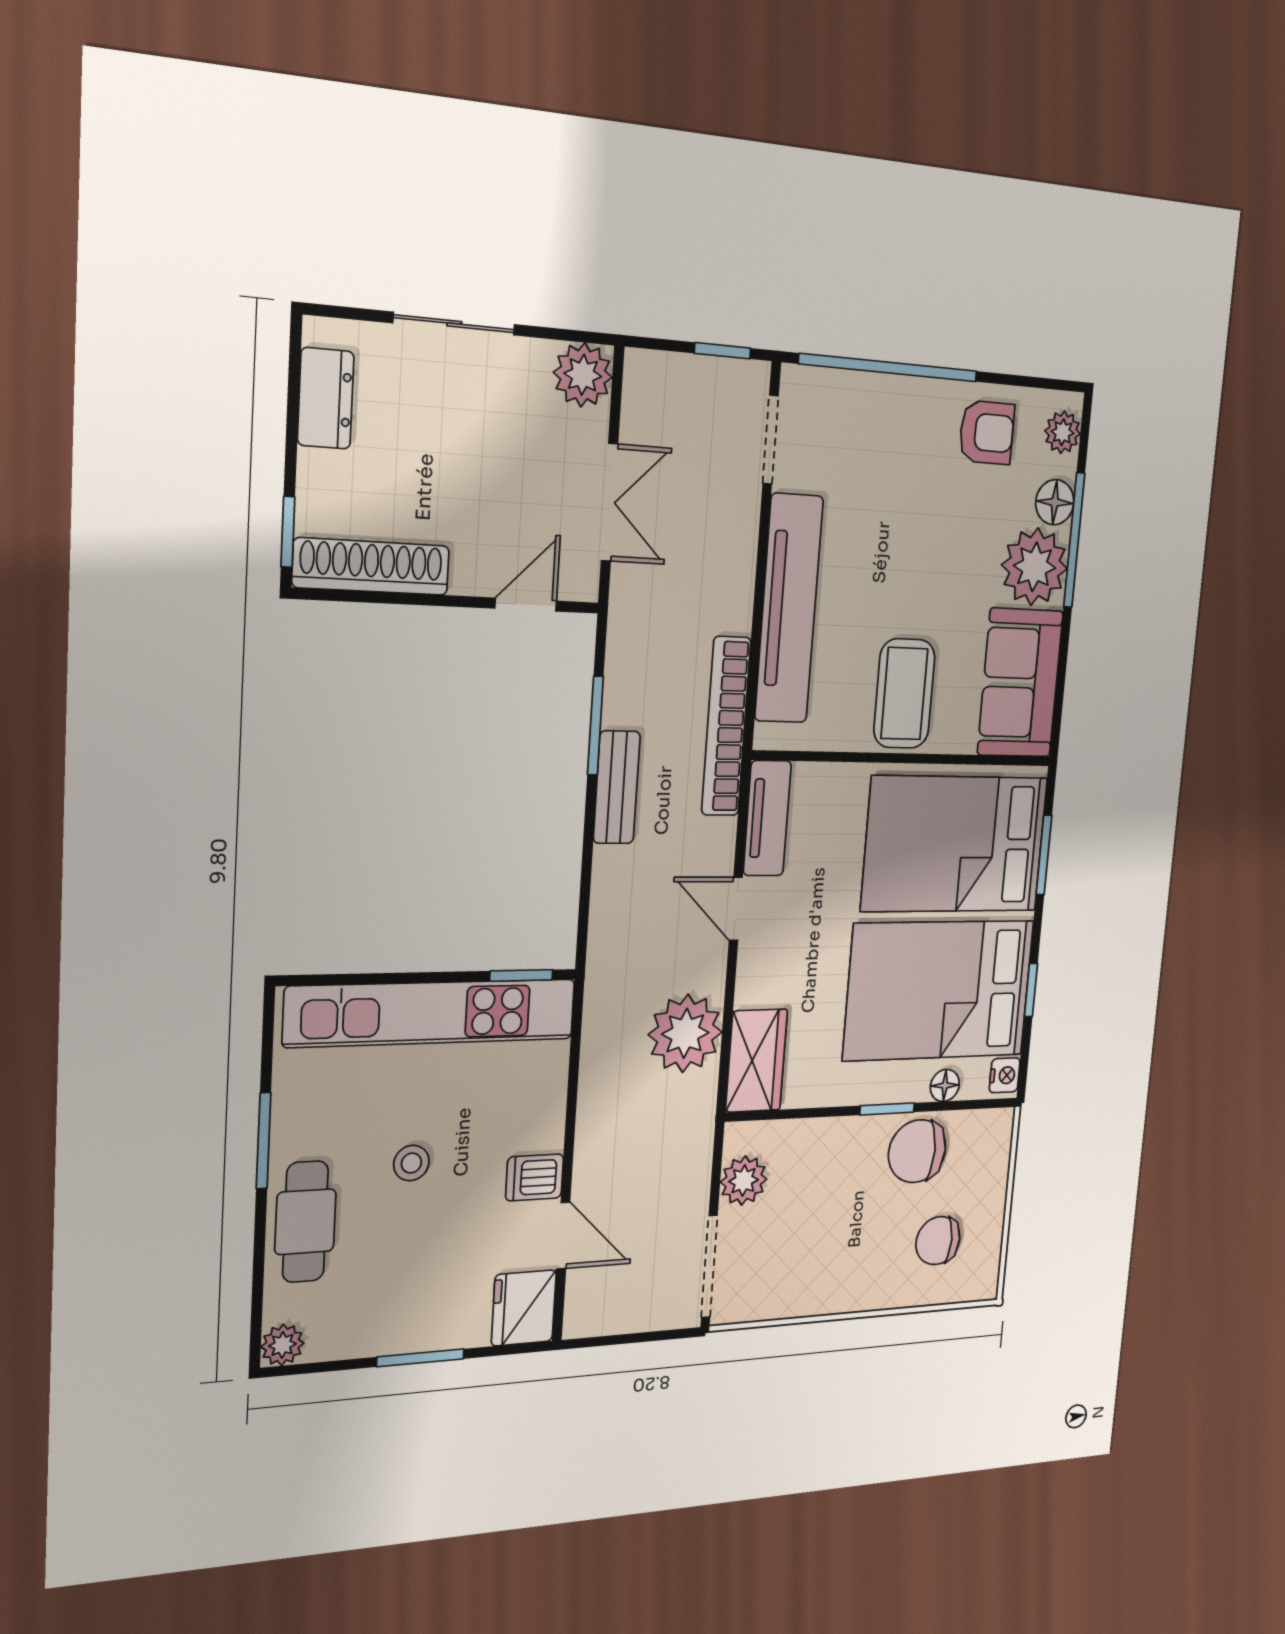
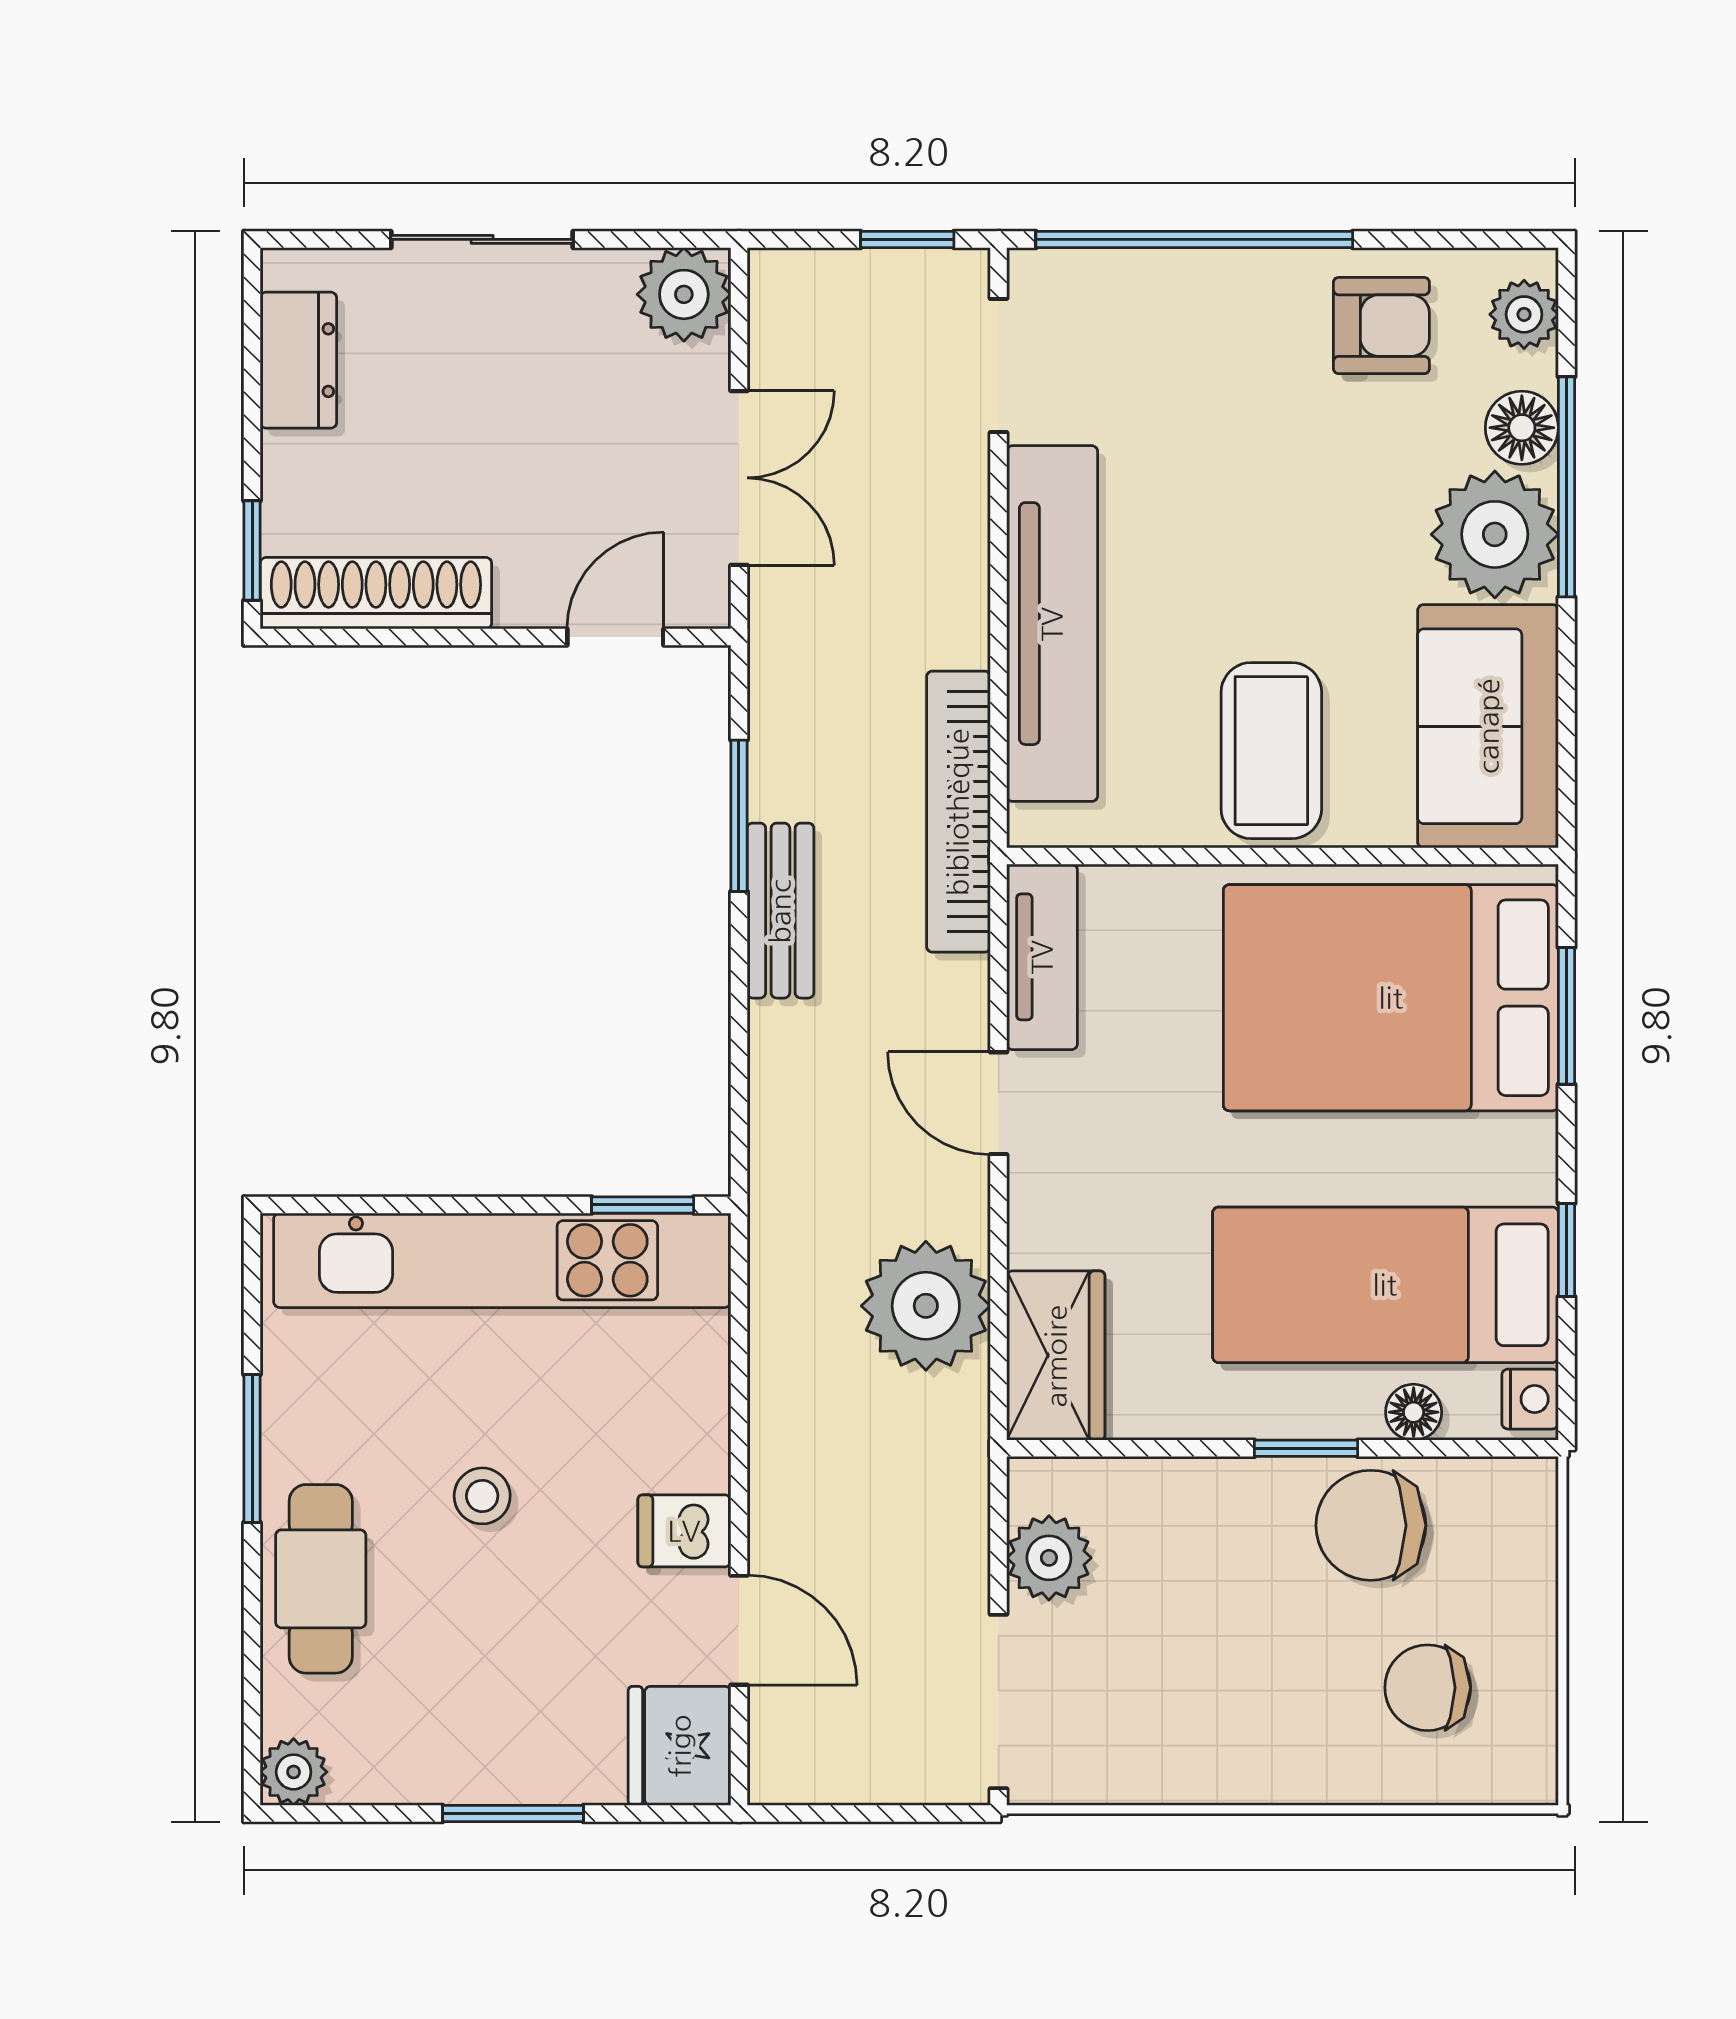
bed: (939, 990) -> (1385, 1285), width x0.67

